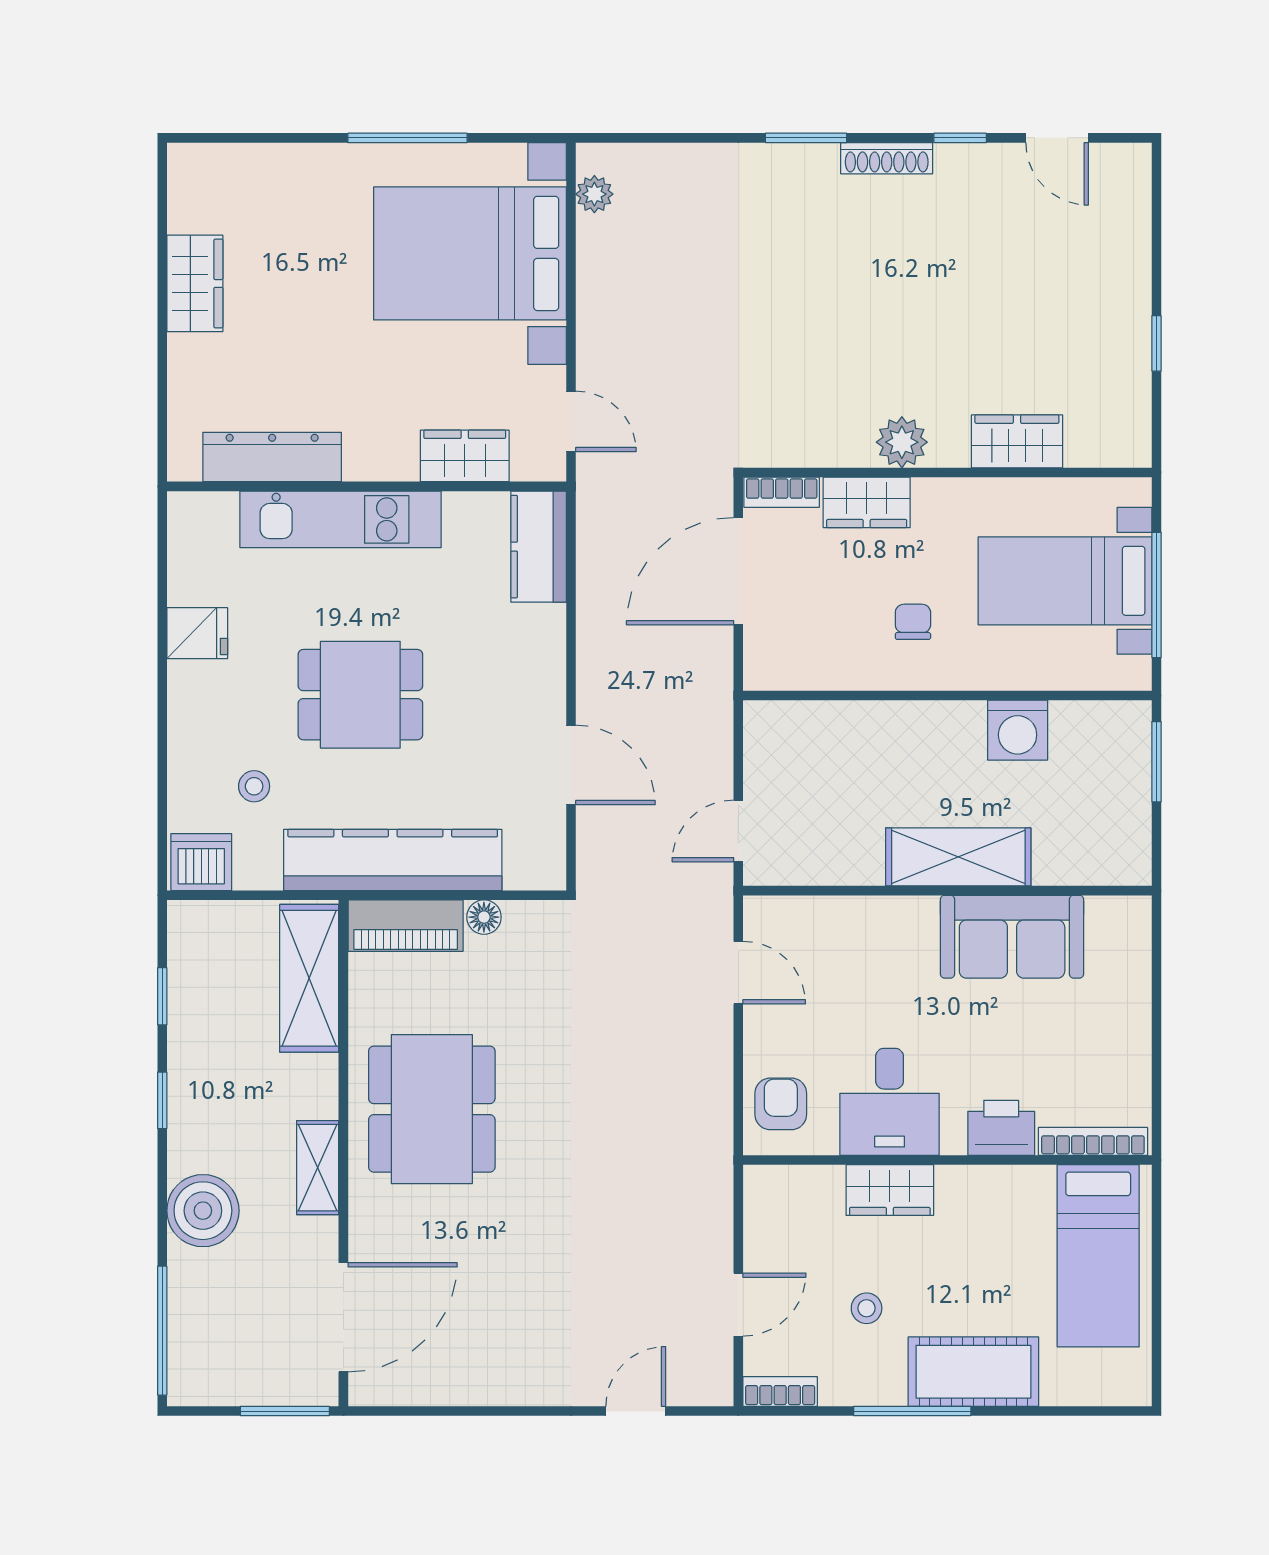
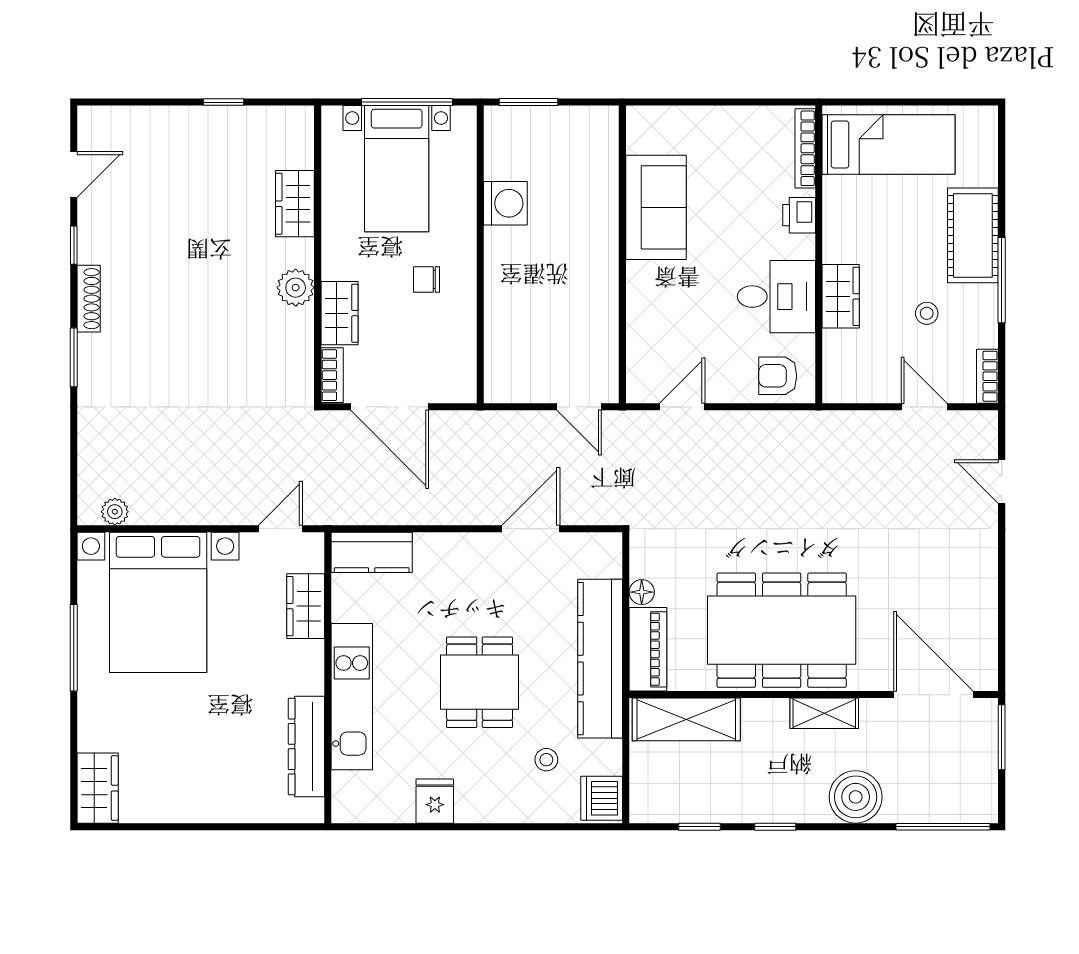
wardrobe: (195, 283) -> (98, 788), moved, turned 90
shelving: (958, 857) -> (598, 246), removed
dining table: (432, 1109) -> (782, 630), width x1.36, depth x1.24
printer: (1001, 1128) -> (799, 215), width x0.73, depth x0.81

